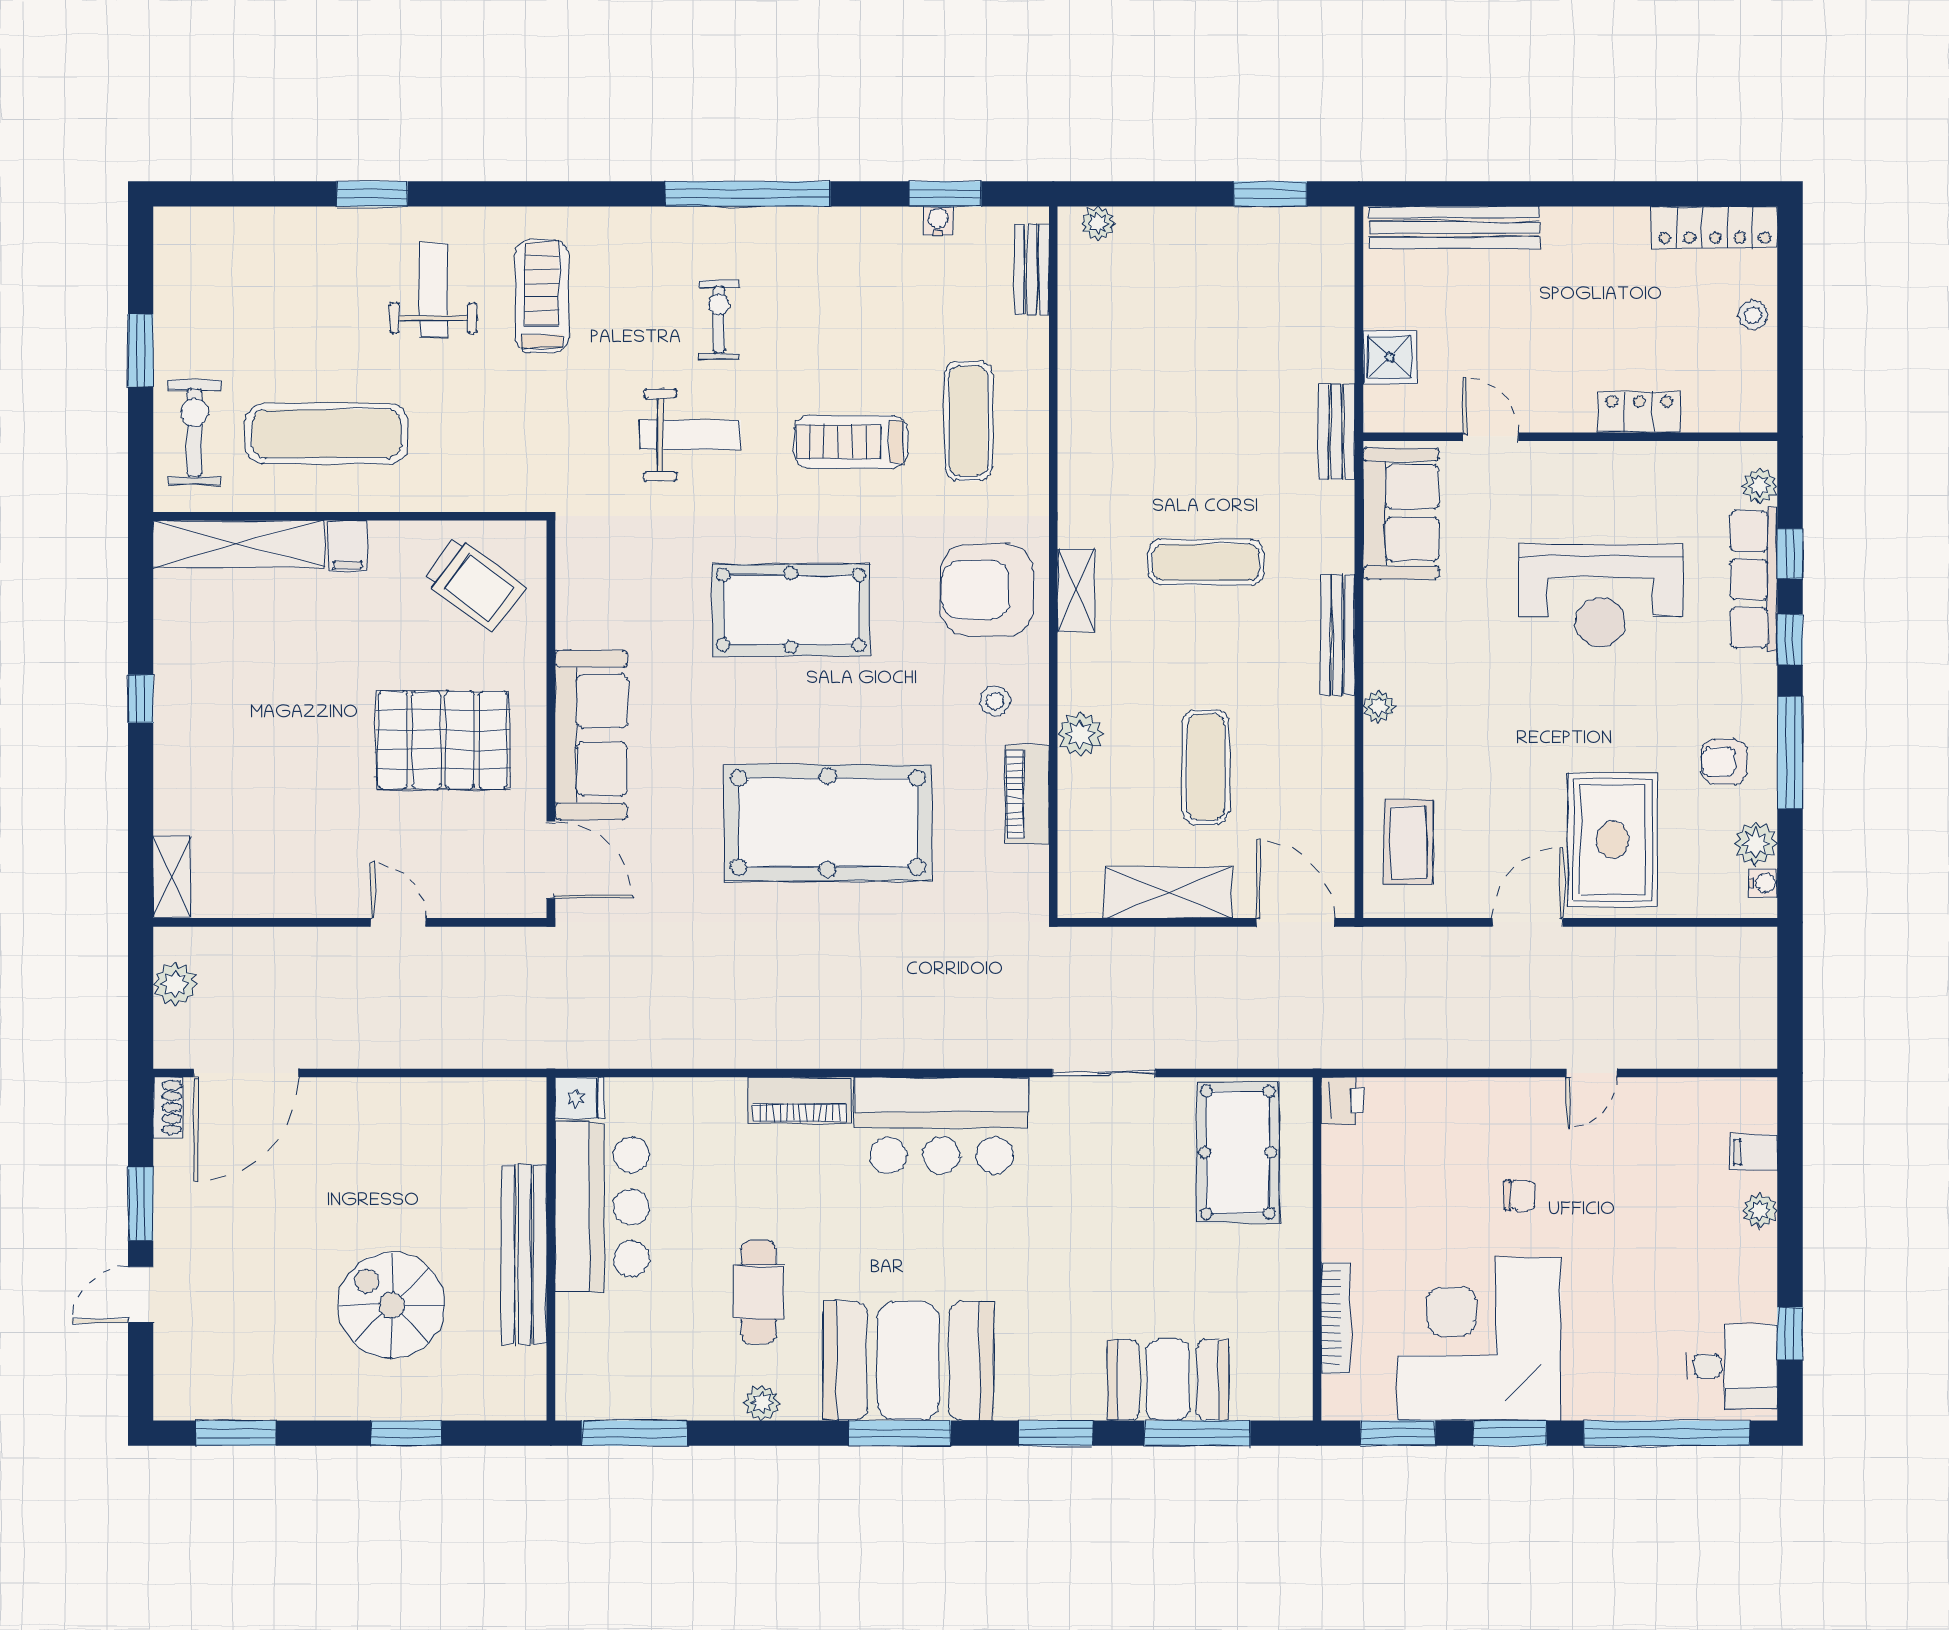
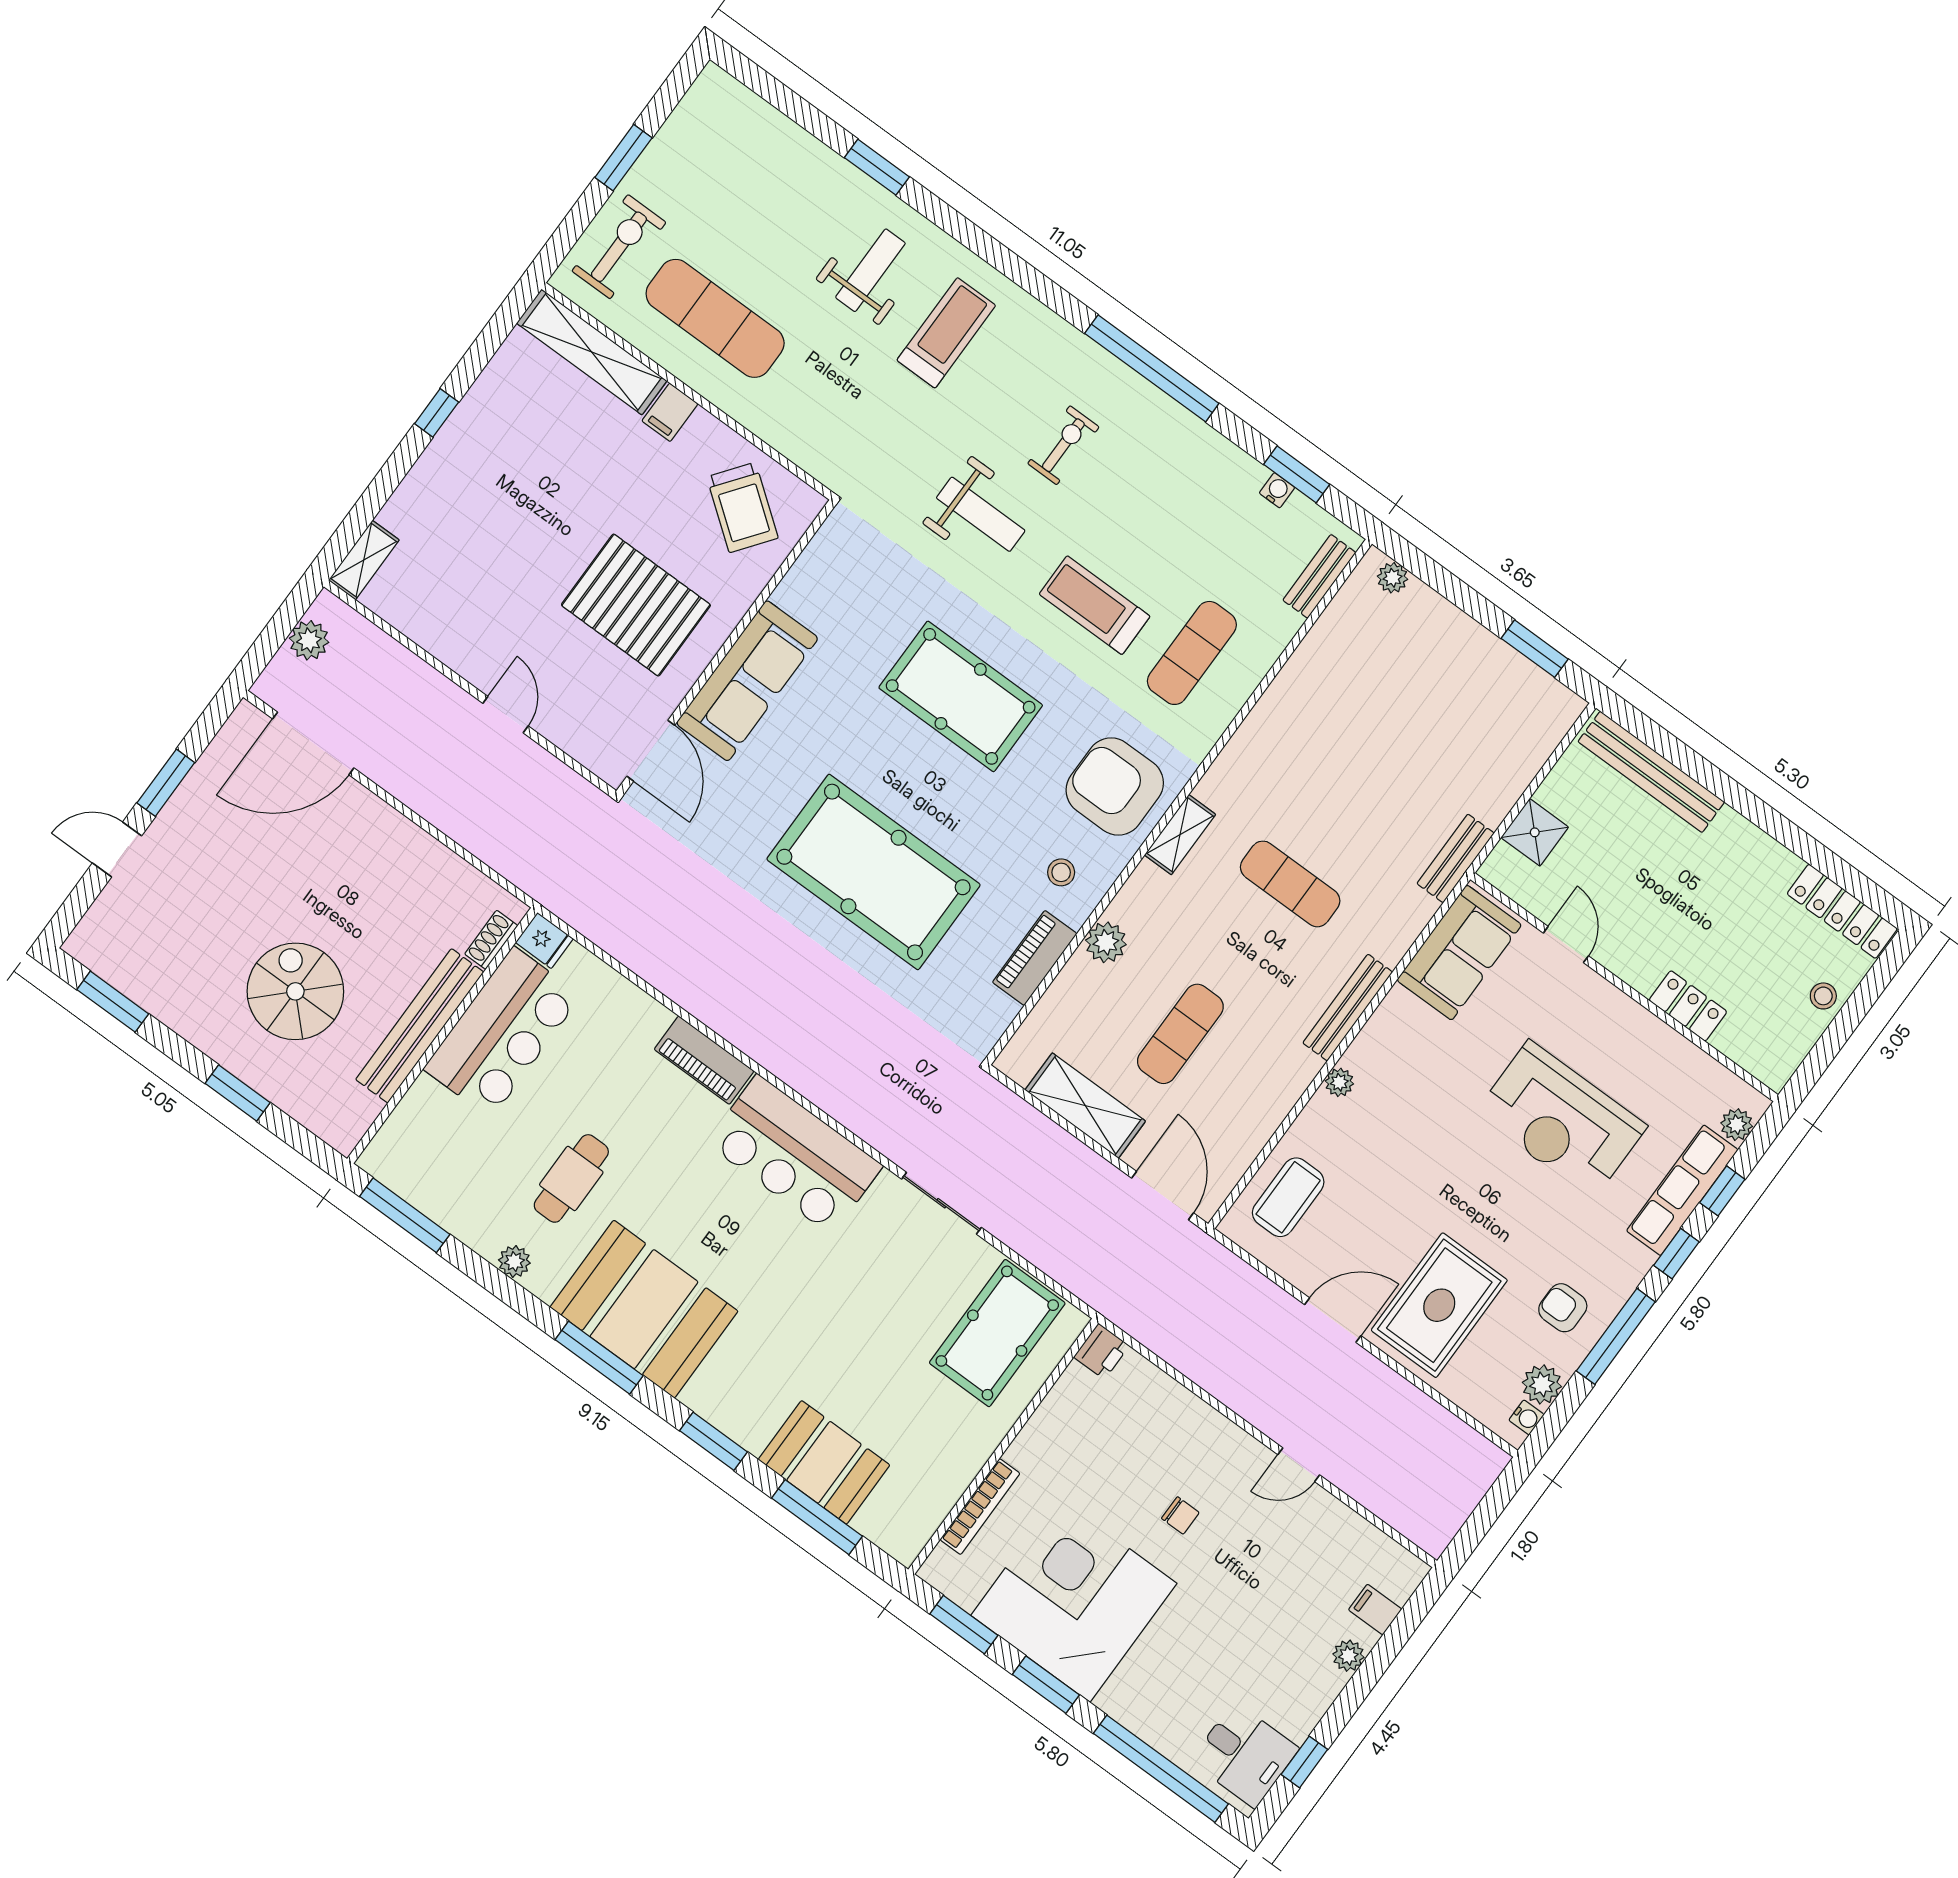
shoe rack: (168, 1107) -> (491, 940), moved, turned 180

